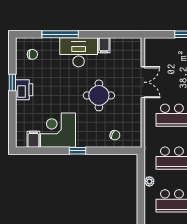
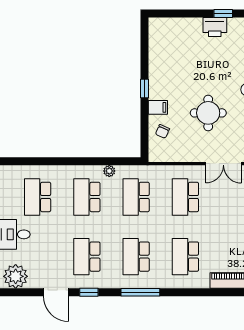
corner desk: (58, 130) -> (168, 66), removed
filing cabinet: (33, 139) -> (158, 107), moved

